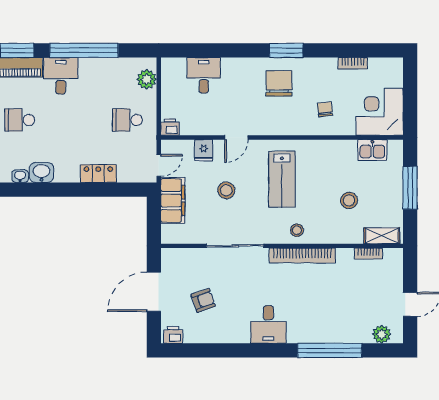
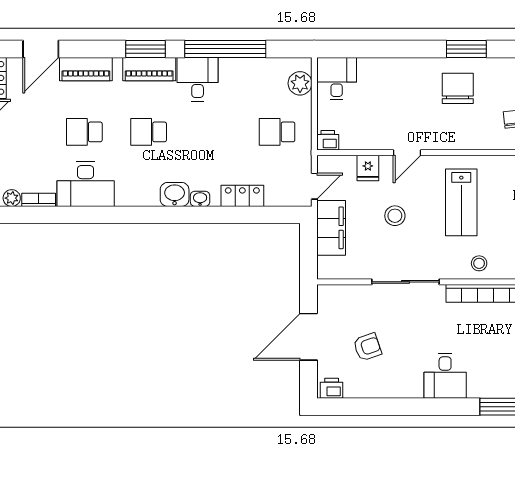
desk: (204, 75) -> (337, 79), moved
washbasin: (20, 176) -> (200, 199), moved

